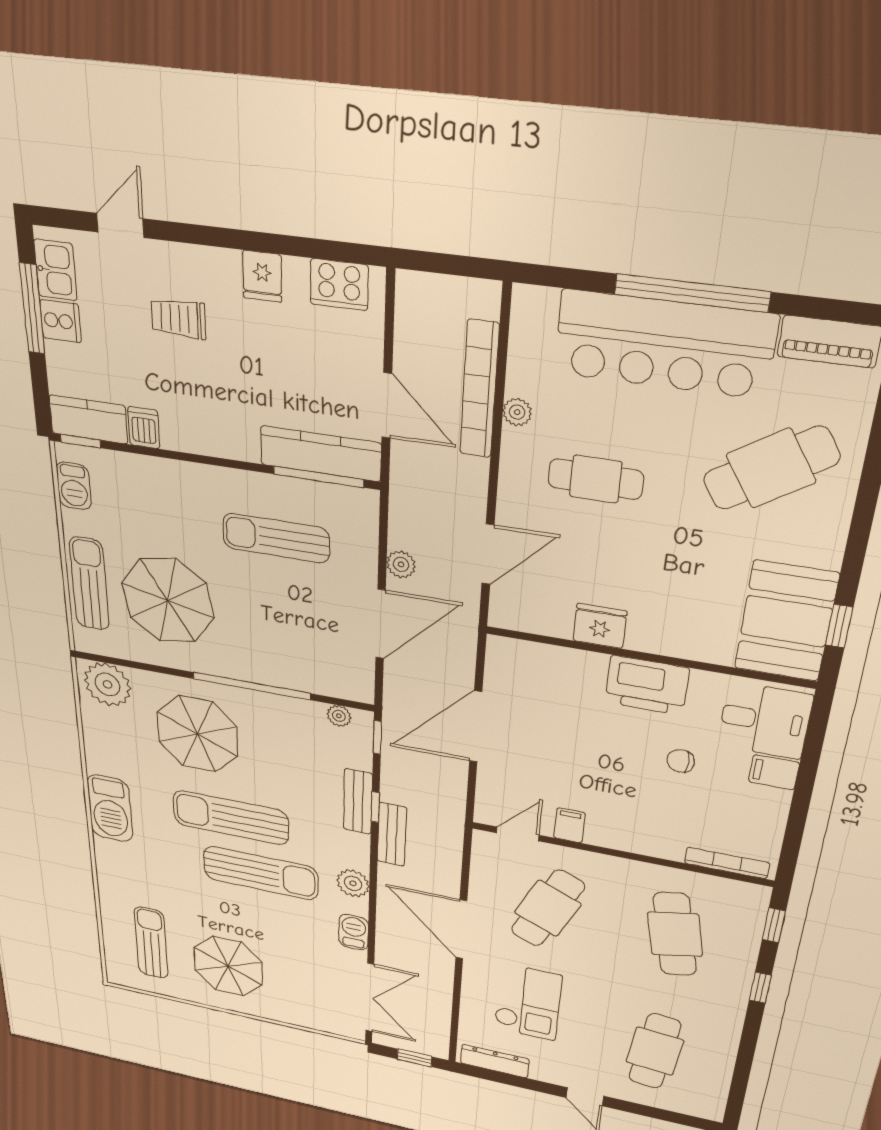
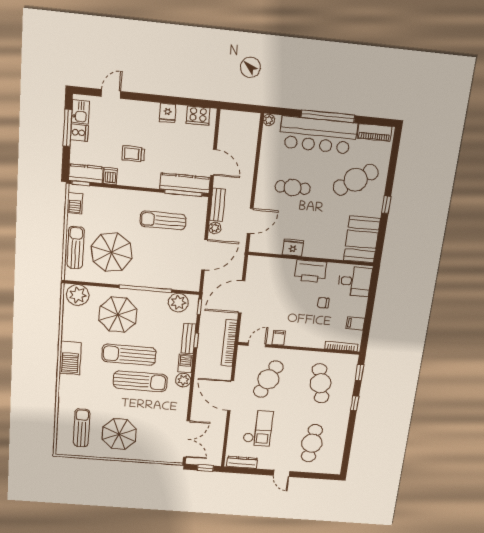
trolley: (178, 318) -> (133, 154), moved
bookcase: (479, 390) -> (229, 343), moved
plant: (517, 412) -> (269, 120), moved
window: (839, 626) -> (386, 205), moved
plant: (339, 716) -> (178, 303), width x1.88, depth x1.88
filing cabinet: (774, 772) -> (355, 323), moved
bench: (392, 834) -> (217, 205), moved
barbecue: (354, 932) -> (185, 363), moved

